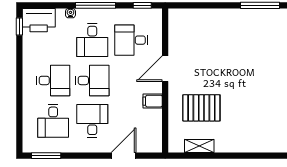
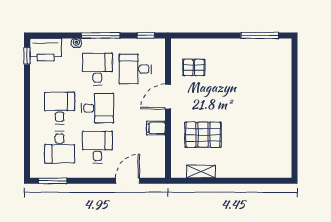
pallet: (192, 38) -> (194, 67), added
desk: (92, 40) -> (97, 69), turned 180
desk: (53, 80) -> (60, 108), turned -90

